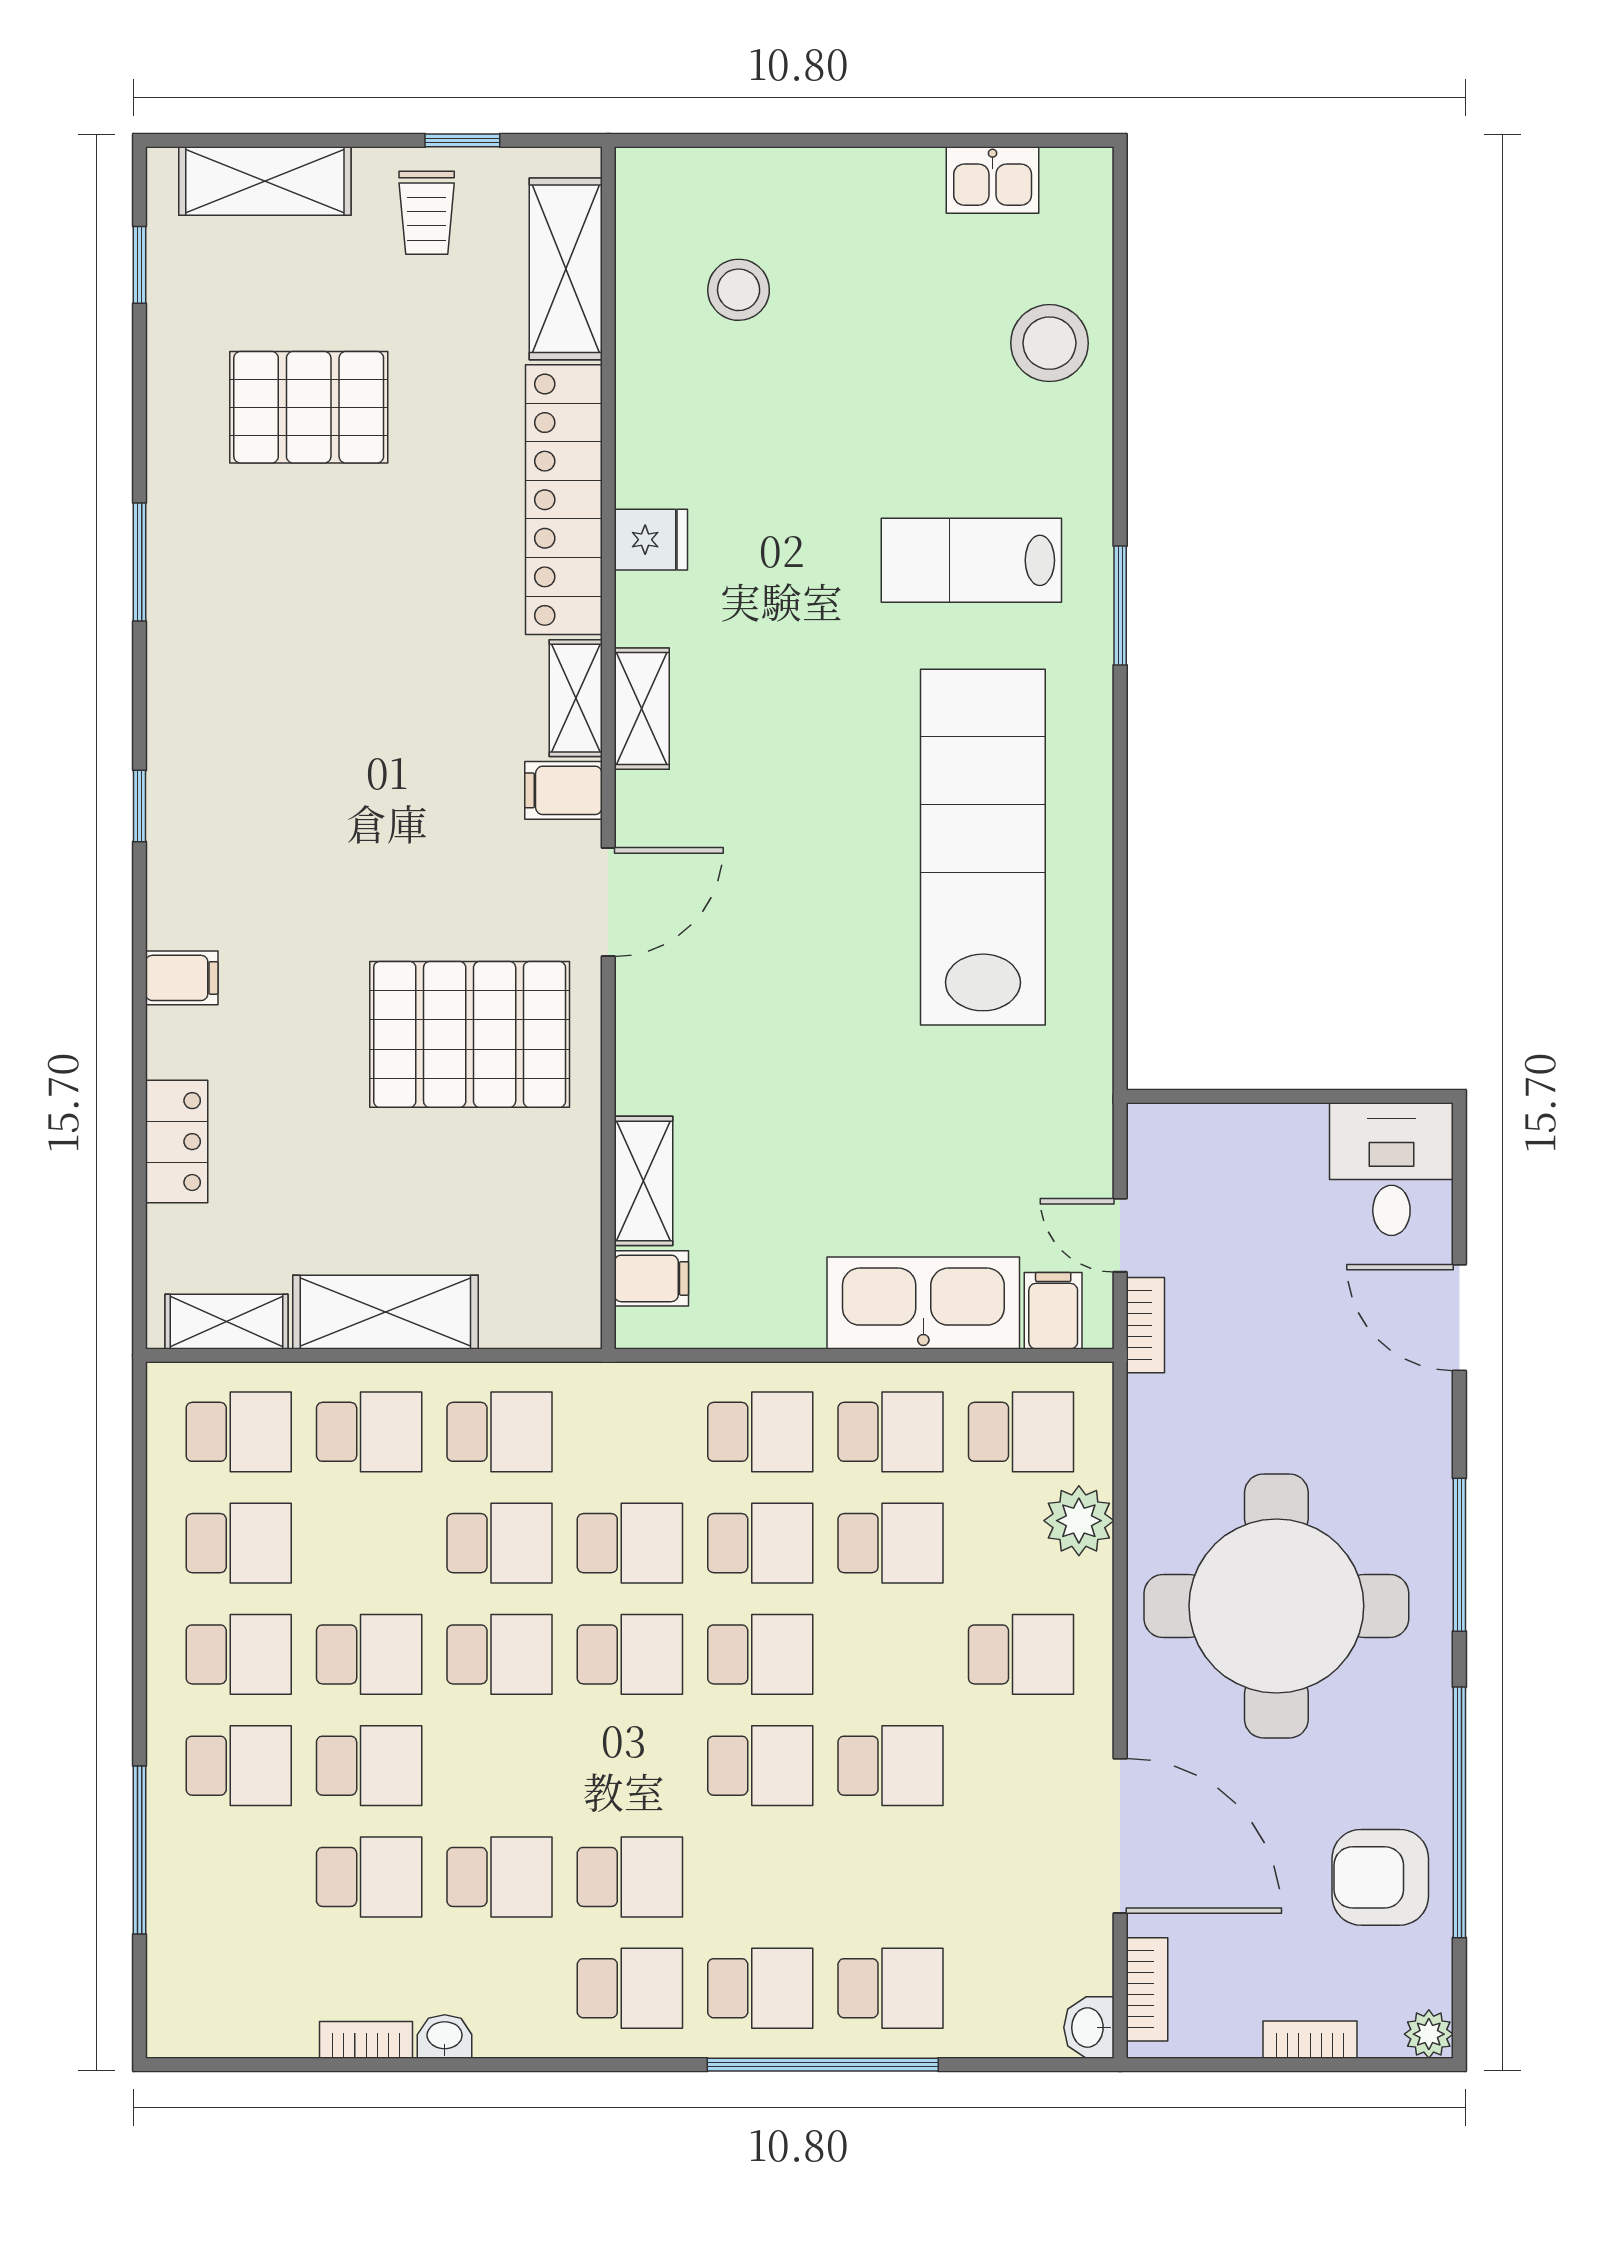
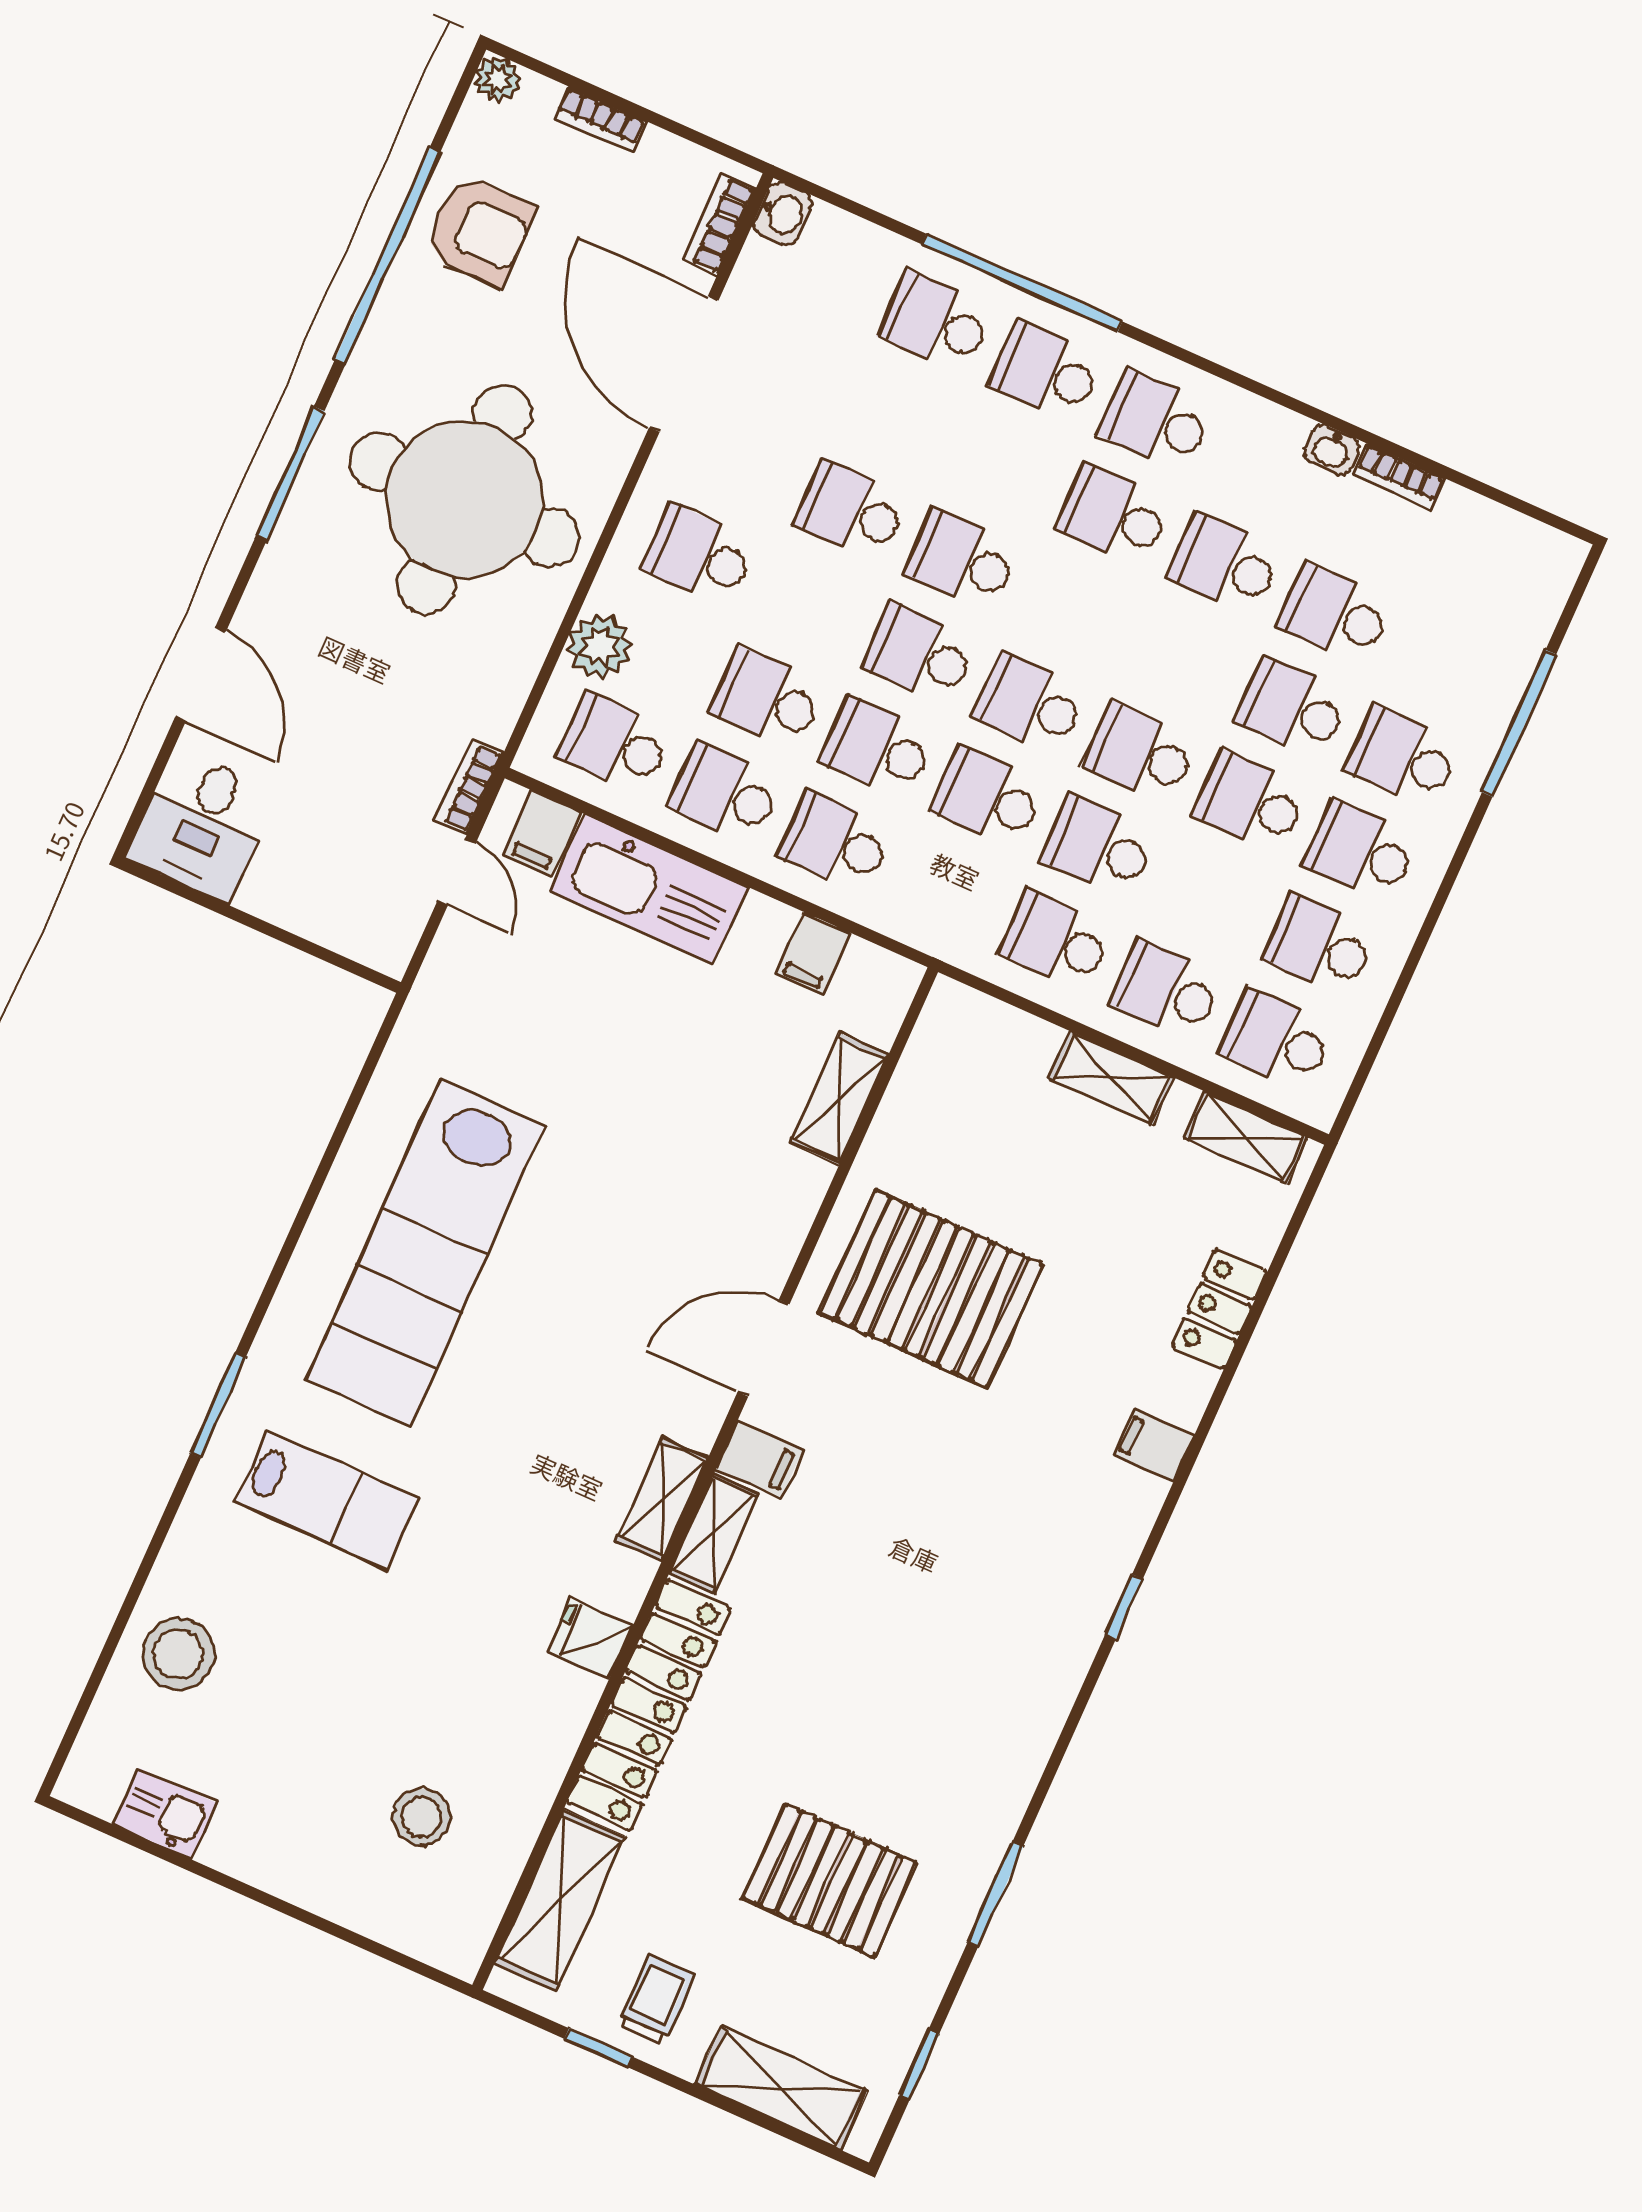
window: (139, 562) -> (995, 1895), moved
filing cabinet: (651, 1278) -> (812, 953), moved, turned -90
shelving: (385, 1312) -> (1111, 1078), width x0.67, depth x0.75

